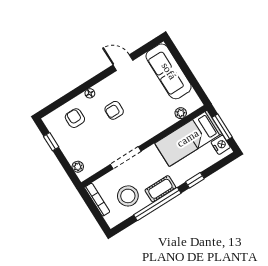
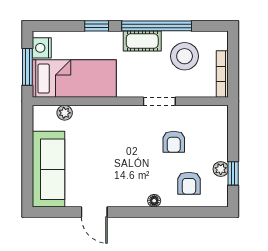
armchair: (114, 110) -> (174, 142), moved, turned 90
doorway: (126, 158) -> (159, 101), width x0.73
plant: (78, 167) -> (221, 169), moved

